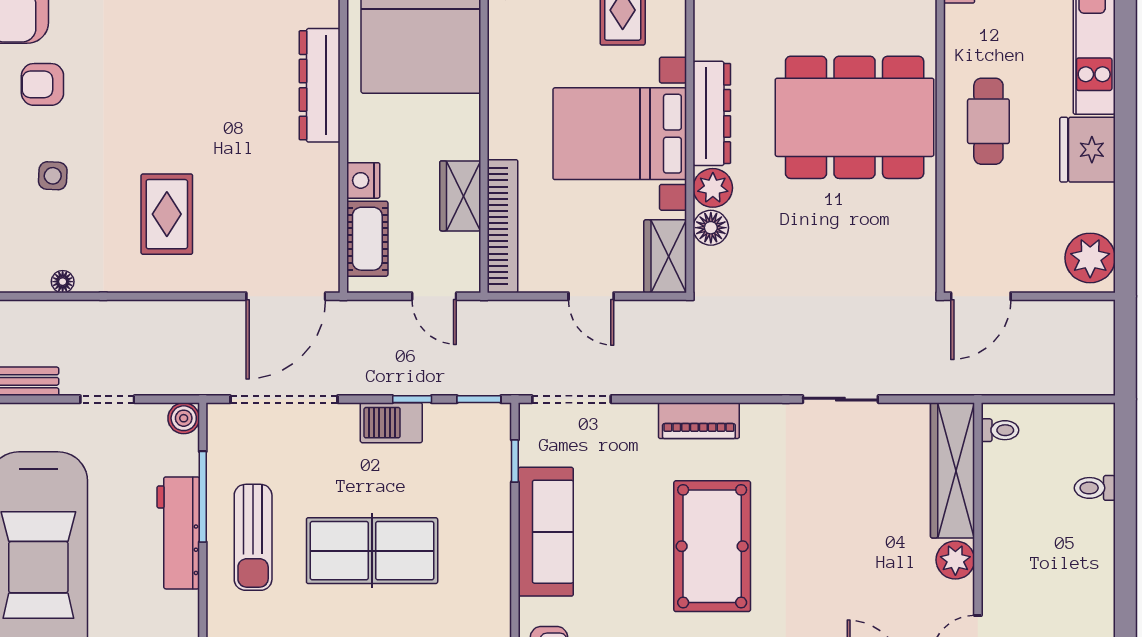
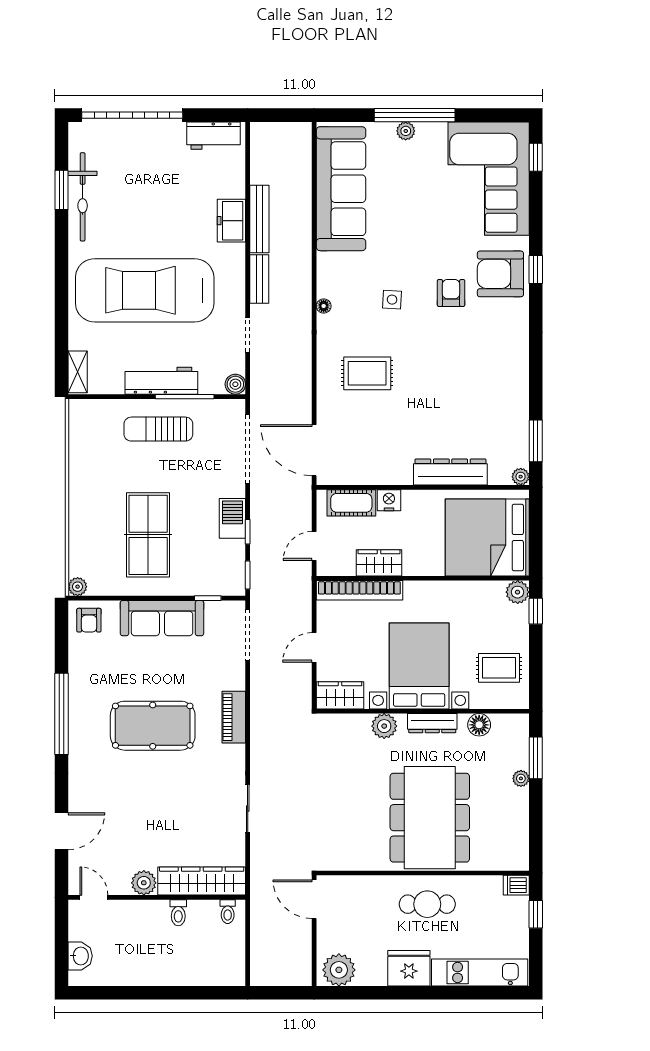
dresser: (712, 113) -> (432, 723), width x0.73, depth x0.80
floor lamp: (711, 228) -> (479, 725), moved
toilet: (1095, 488) -> (178, 913), moved, turned 180
table tennis table: (372, 551) -> (148, 535), moved

